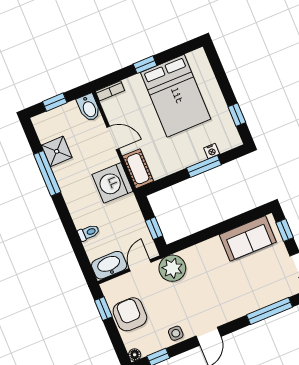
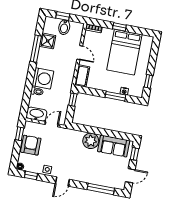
bidet: (89, 108) -> (64, 27), moved
washing machine: (112, 183) -> (43, 78), moved, turned 180
window: (154, 228) -> (73, 100), moved
plant: (172, 268) -> (91, 141), moved

